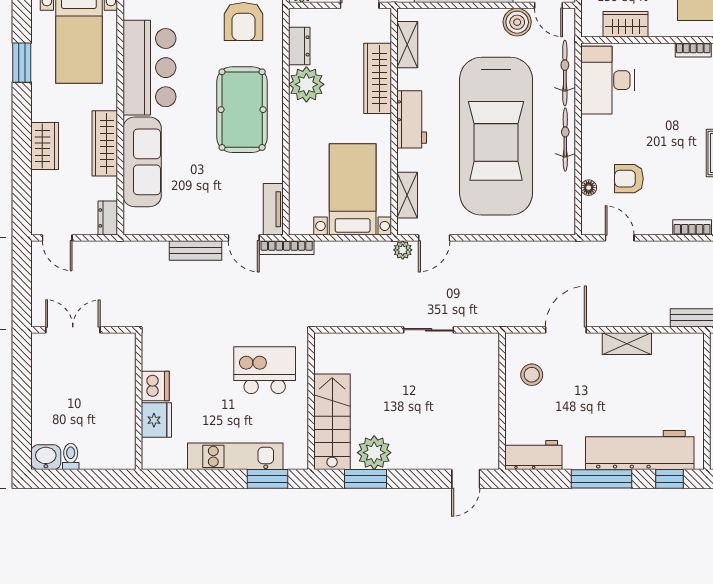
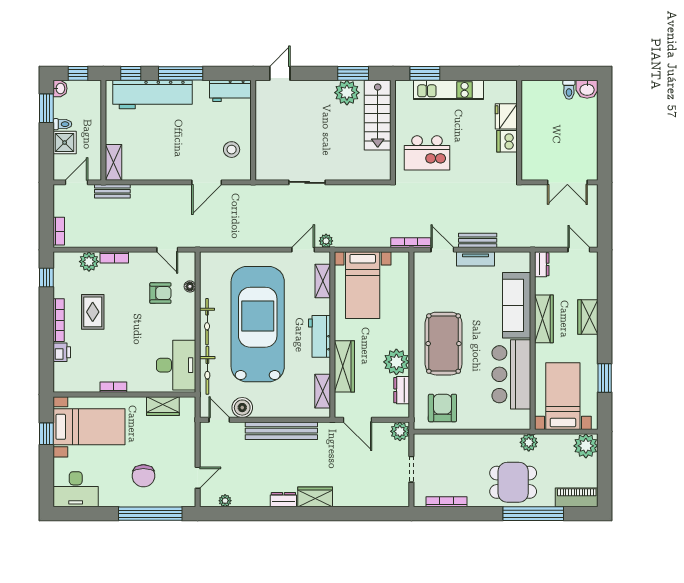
tv unit: (273, 209) -> (476, 259), moved, turned 90
shelving: (627, 344) -> (113, 162), moved, turned 90

